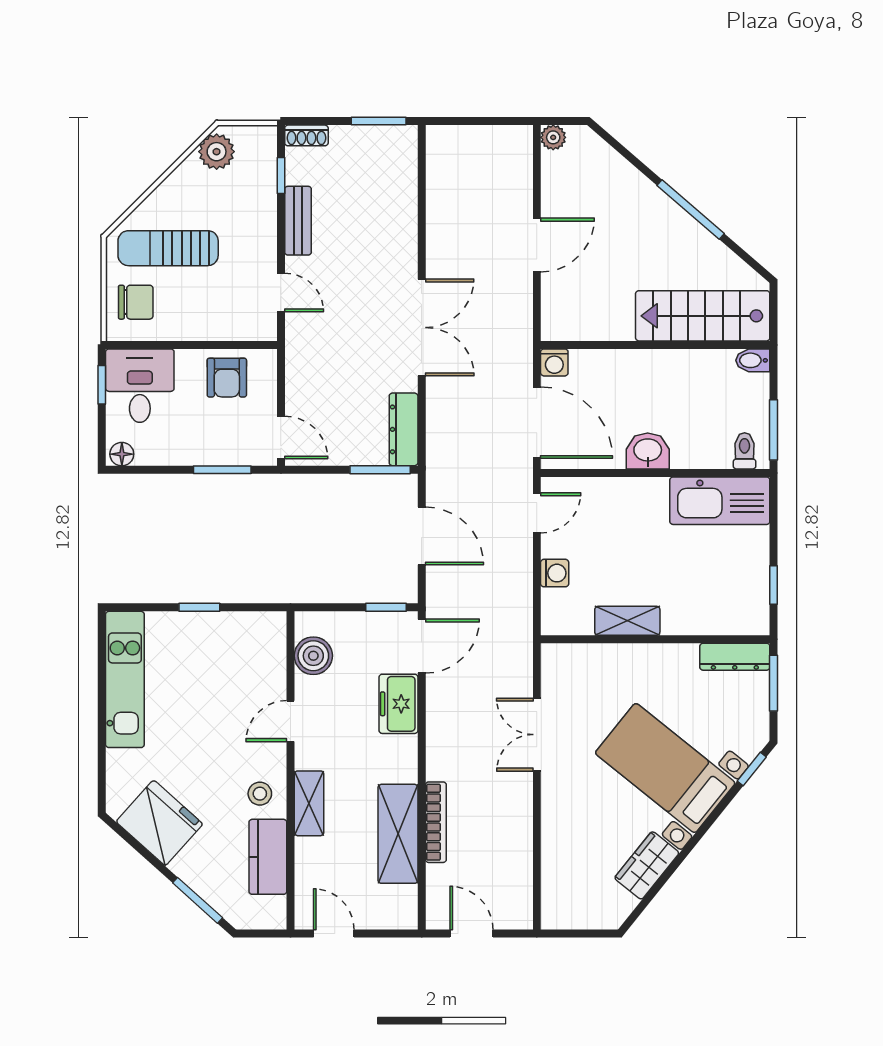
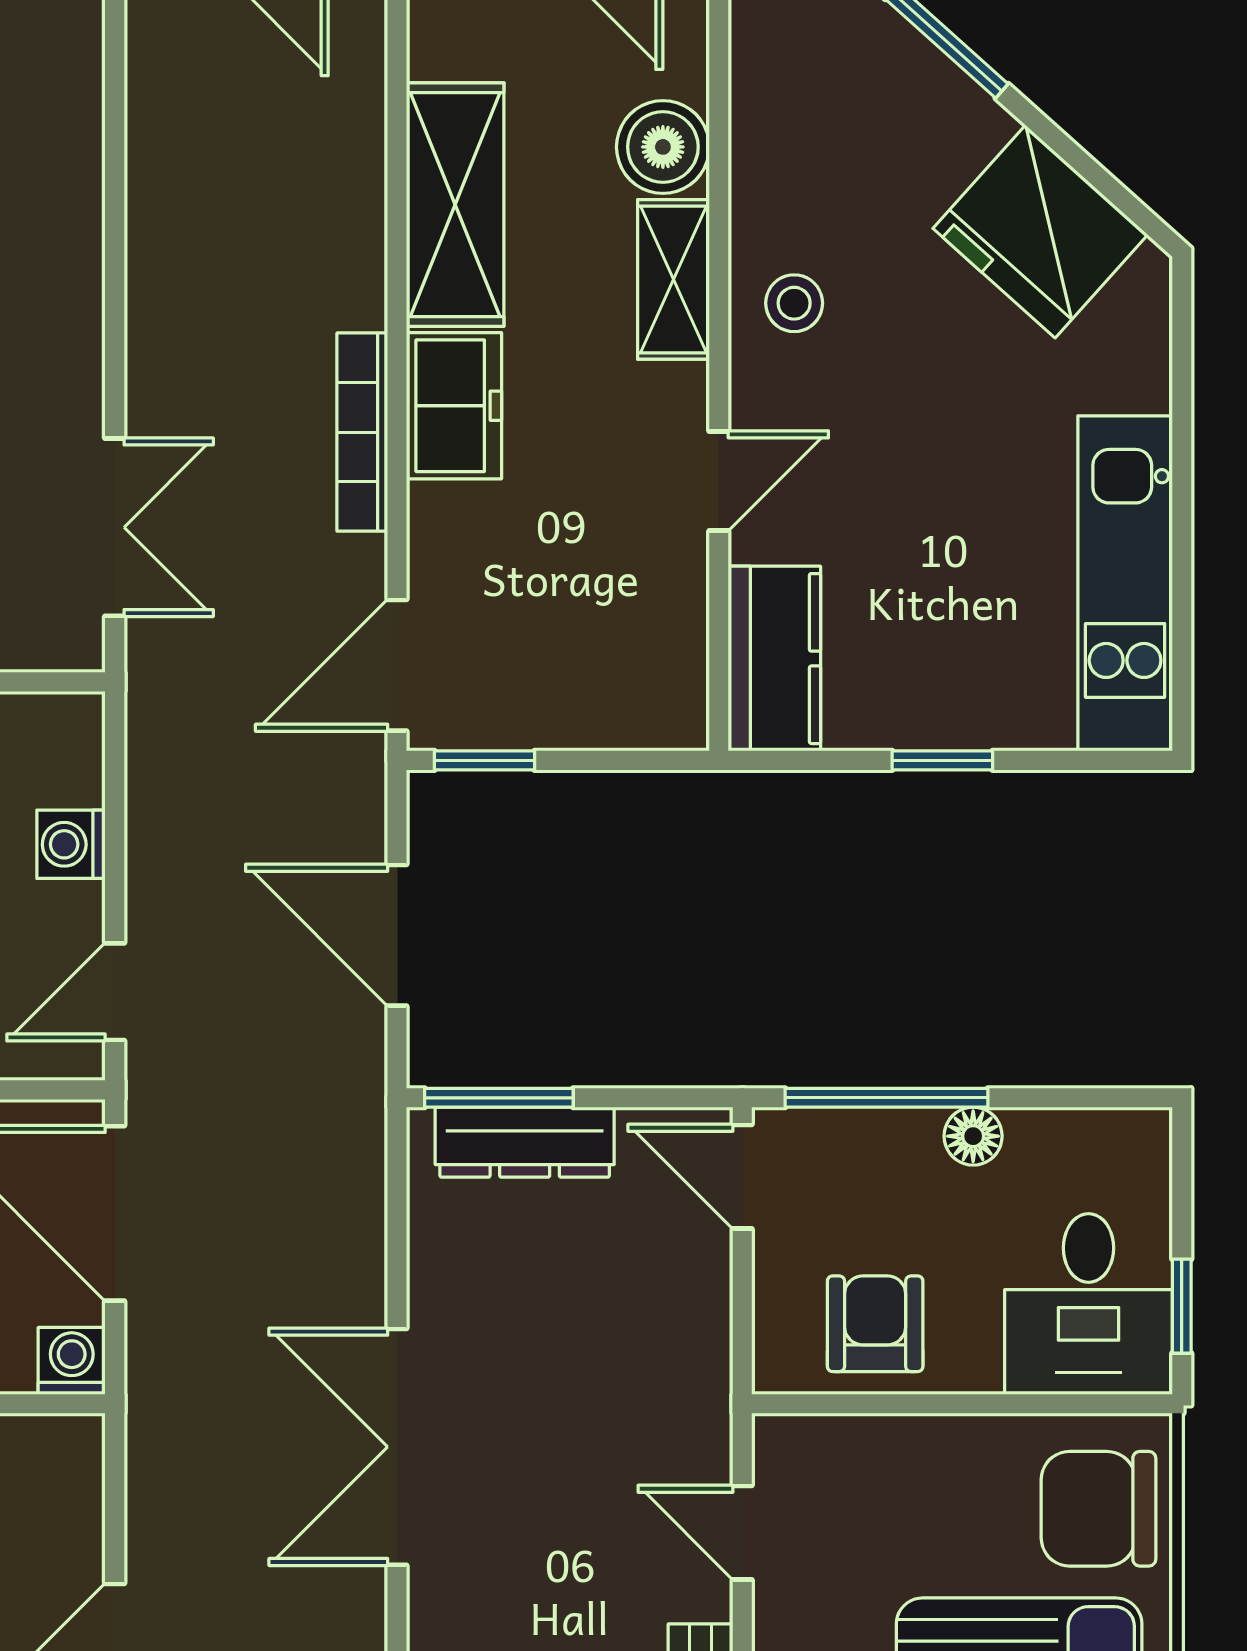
chair: (136, 302) -> (1098, 1509), width x1.37, depth x1.37
dresser: (404, 429) -> (525, 1142), moved, turned 90
floor lamp: (122, 454) -> (973, 1136), moved
window: (222, 470) -> (886, 1098), width x1.44
boiler: (313, 656) -> (663, 147), moved
freezer: (398, 704) -> (454, 406), moved
double door: (537, 735) -> (115, 527), moved
bookcase: (436, 822) -> (362, 432), moved
kitchen counter: (268, 857) -> (774, 659), moved

